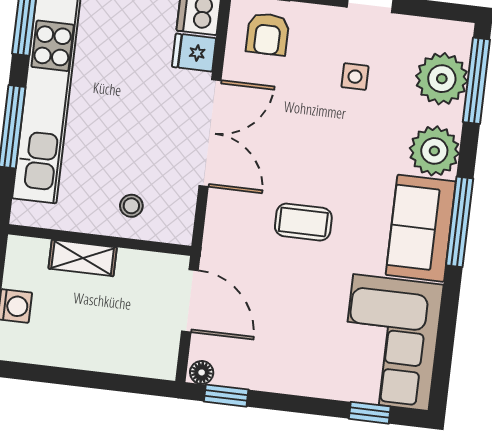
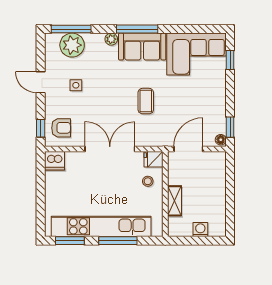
fridge: (194, 53) -> (154, 159), moved, turned 90
plant: (434, 151) -> (111, 39), width x0.53, depth x0.53

